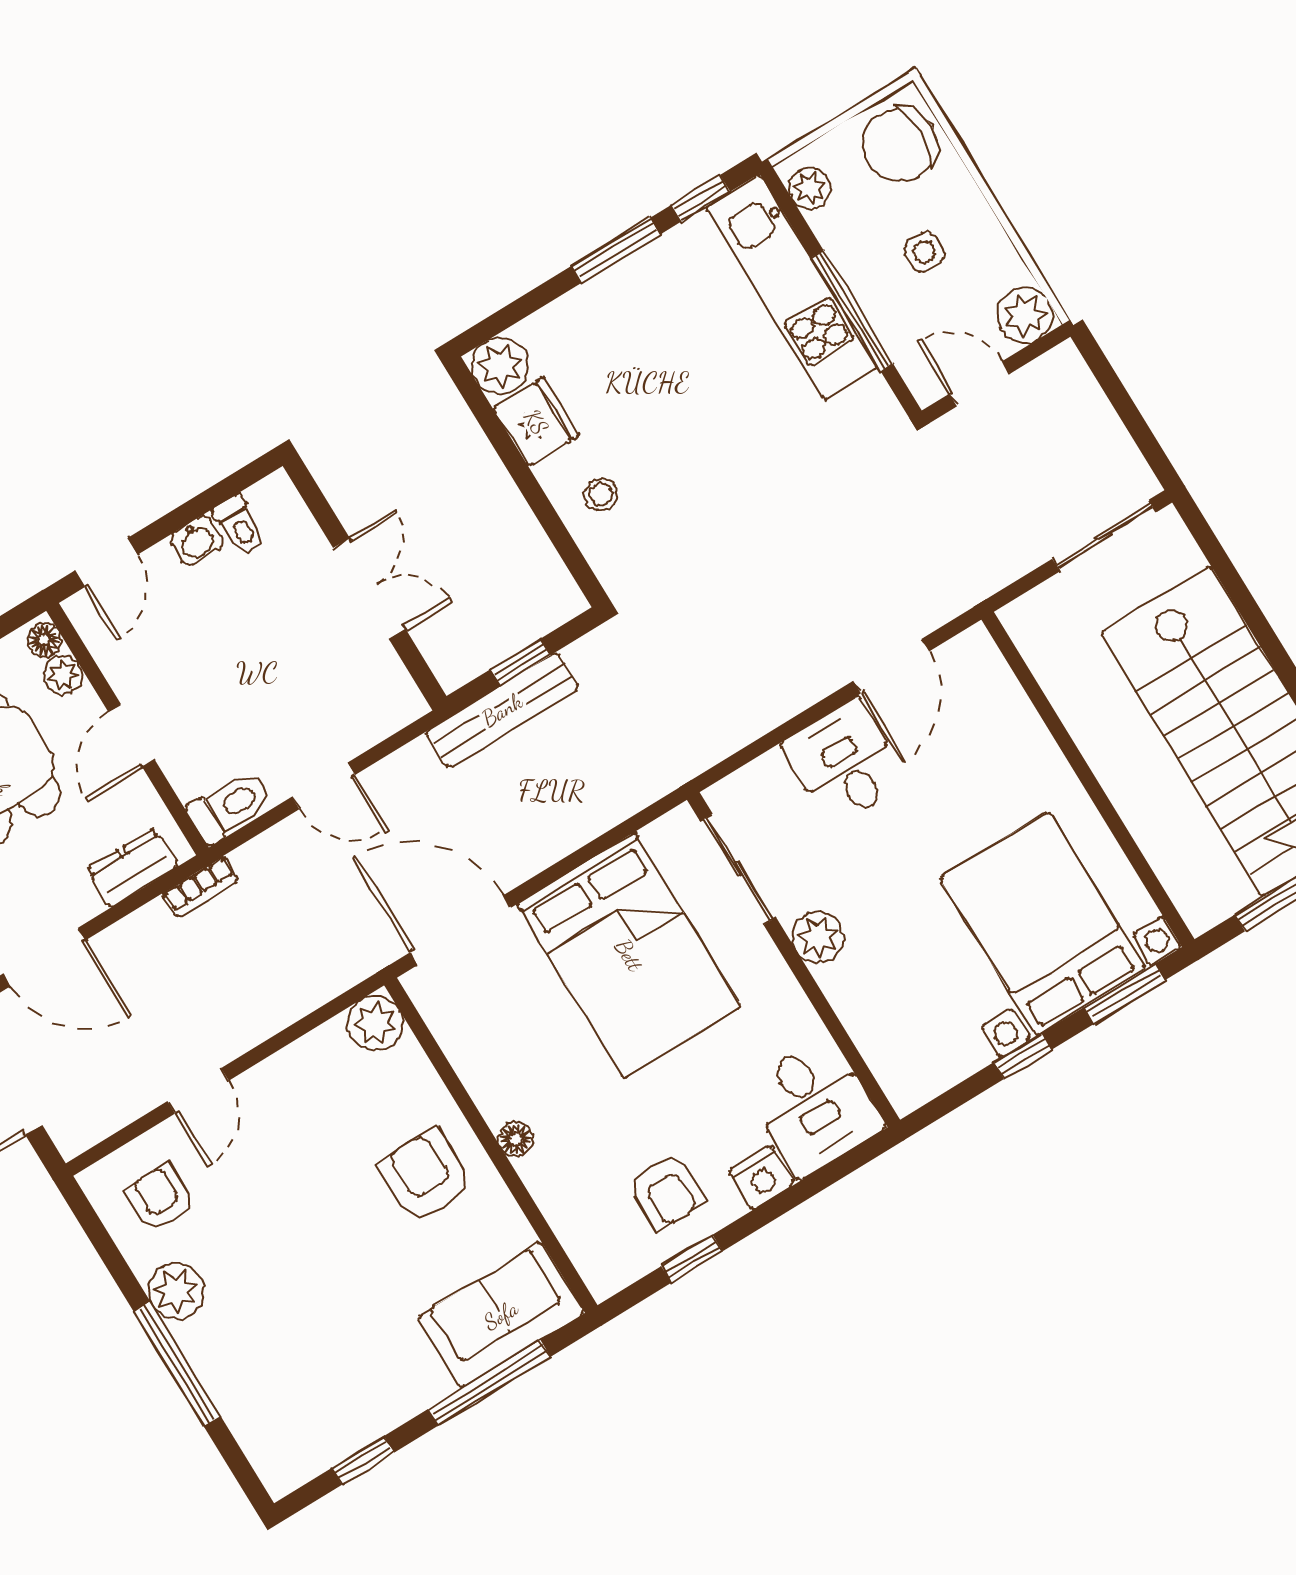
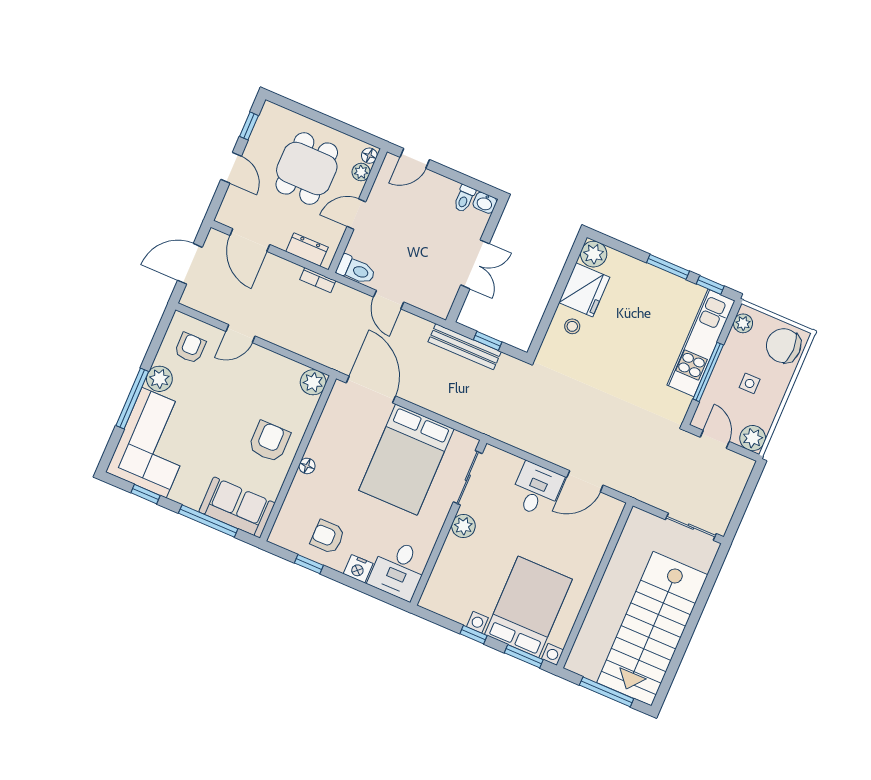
fridge: (536, 422) -> (584, 290), width x1.36, depth x1.34
washbasin: (197, 541) -> (485, 203), moved
armchair: (667, 1191) -> (328, 537), turned 90
corner sofa: (283, 1381) -> (154, 443), added

